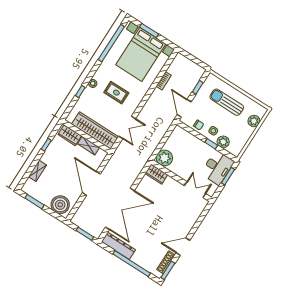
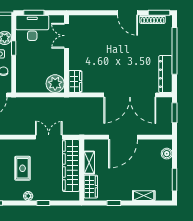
boiler: (60, 205) -> (167, 154), width x0.54, depth x0.54
double door: (120, 209) -> (130, 95), swing flipped

